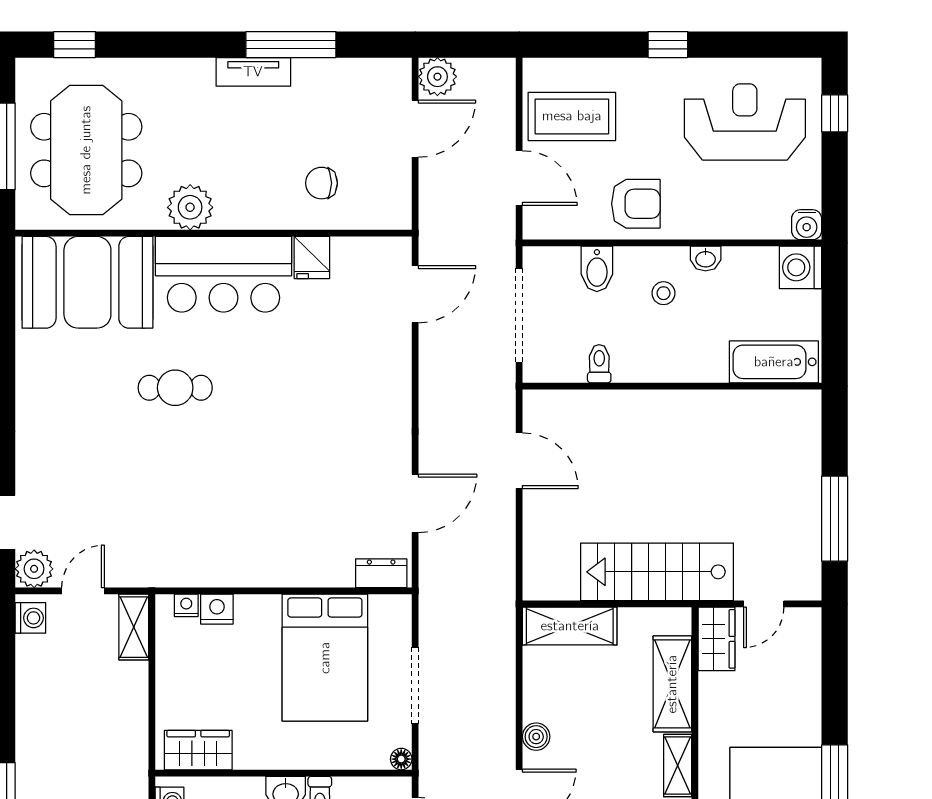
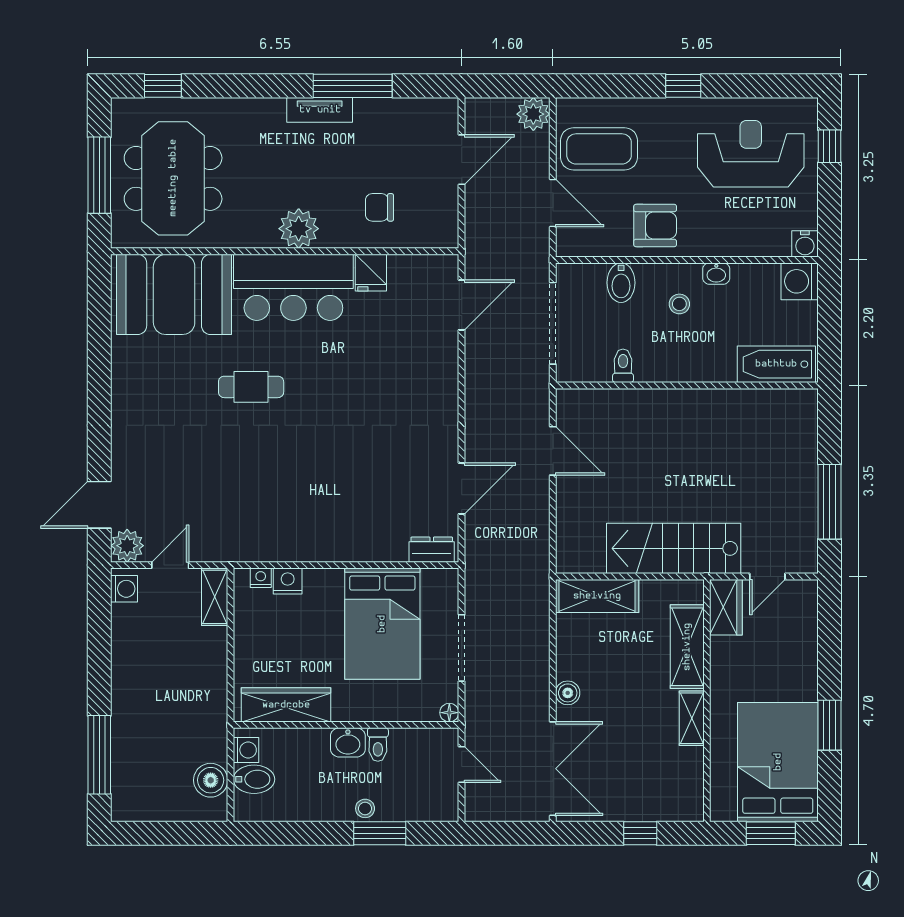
plant: (437, 77) -> (533, 114), moved
plant: (190, 207) -> (299, 229), moved
wardrobe: (198, 750) -> (286, 705), width x1.50

